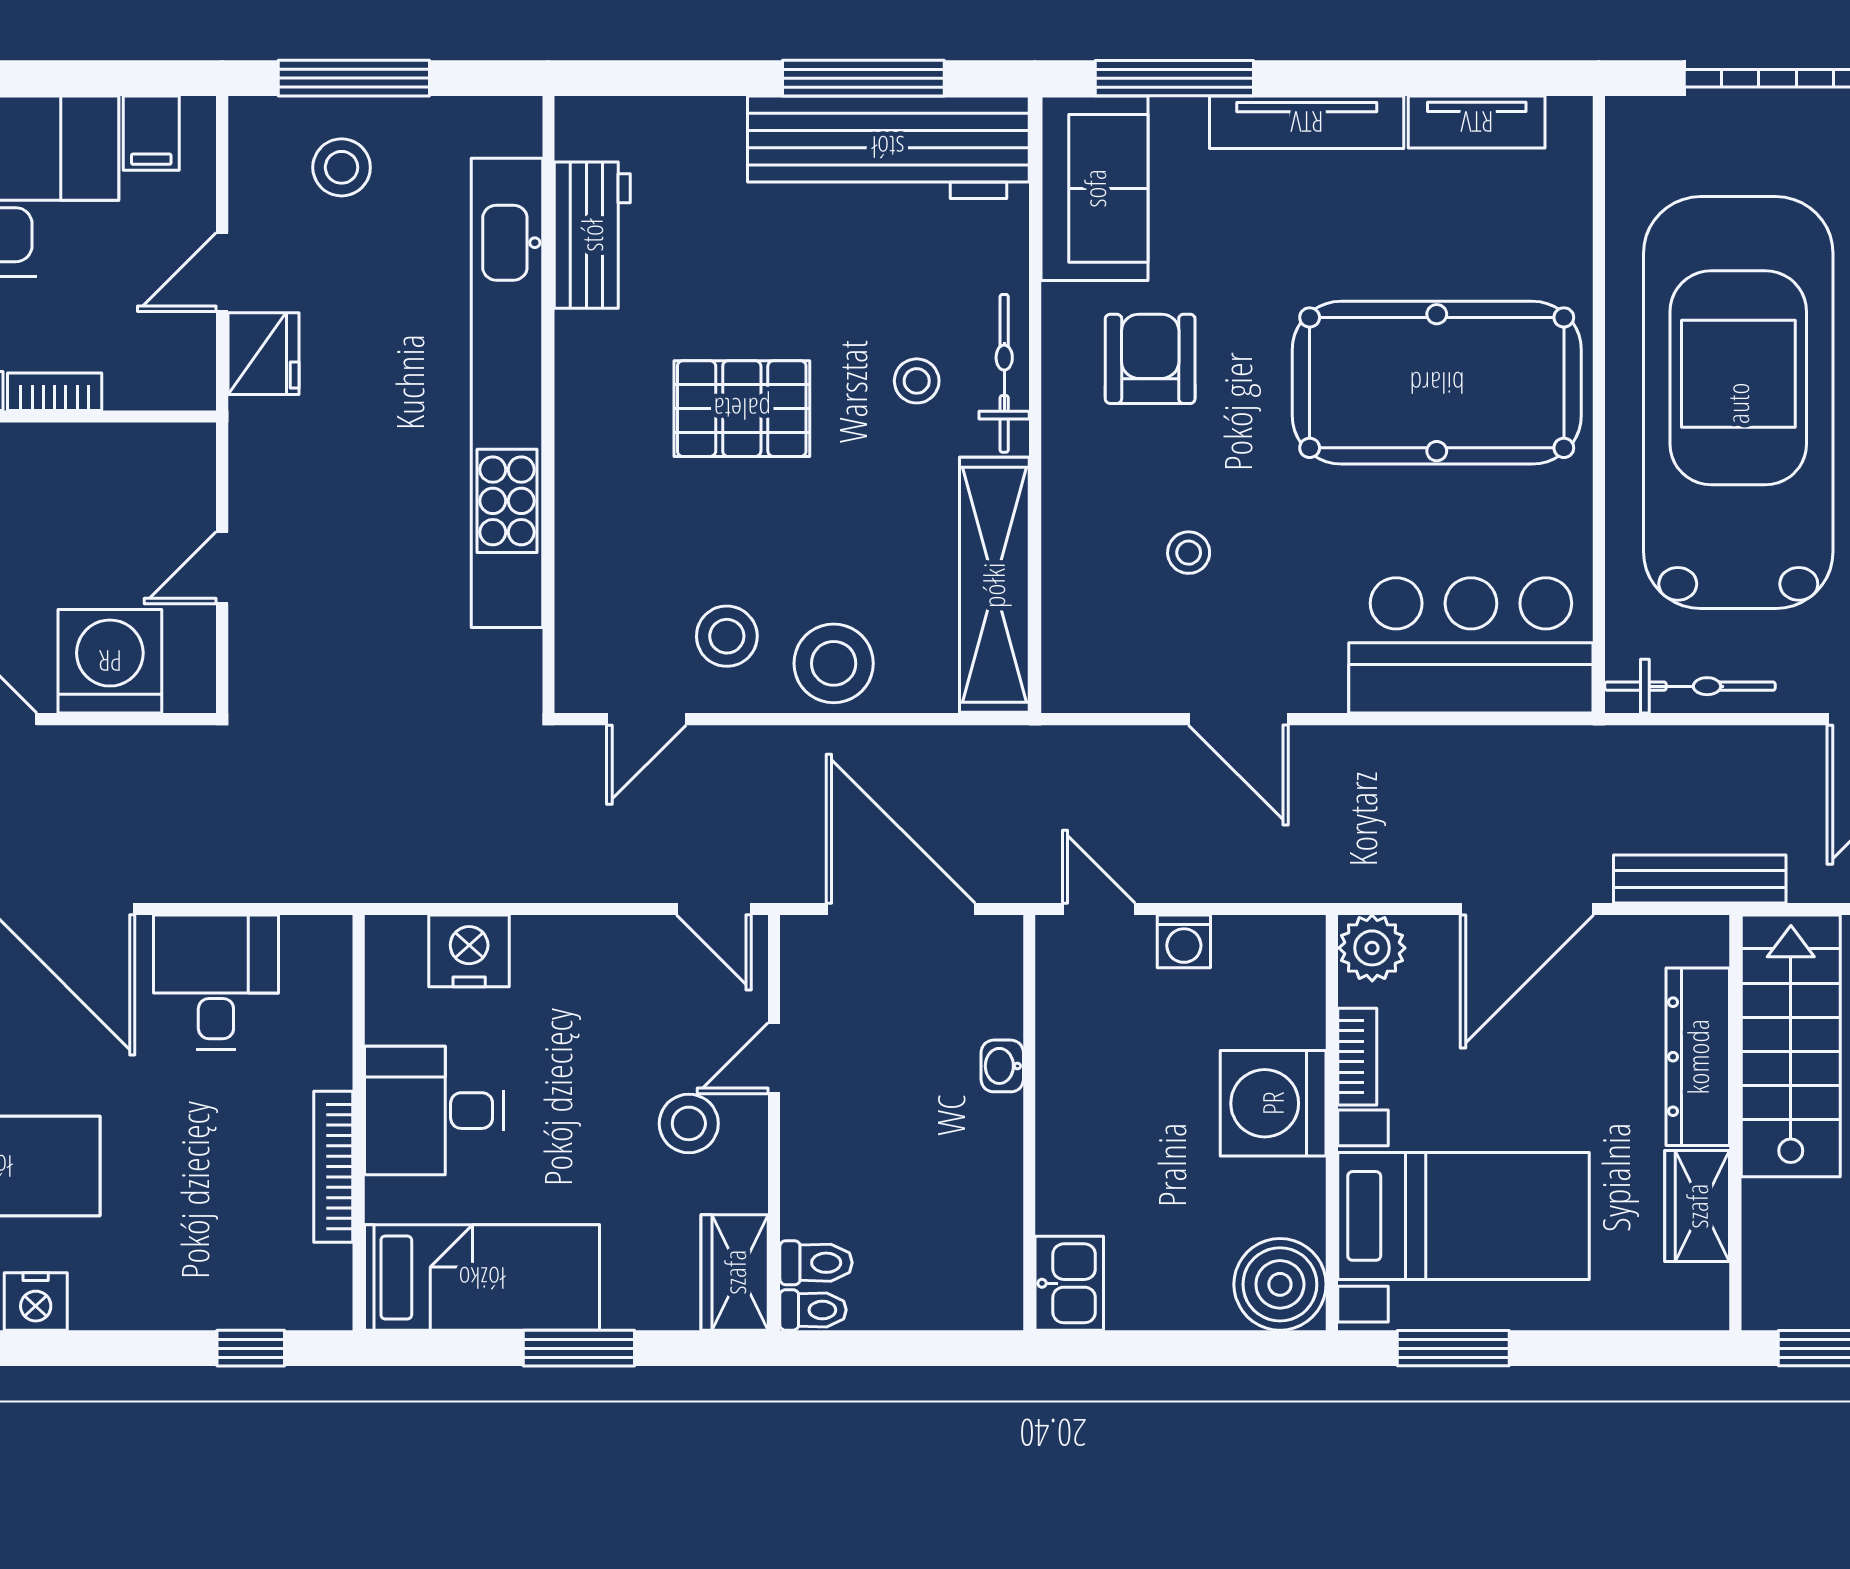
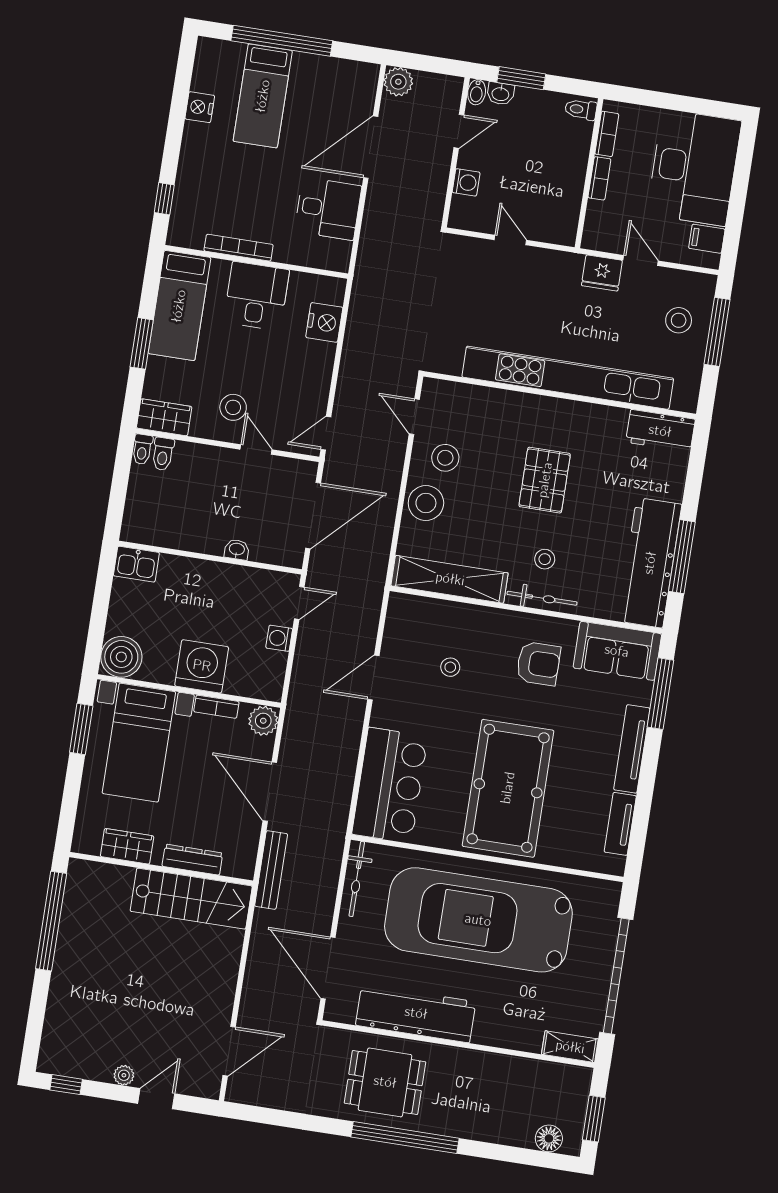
workbench: (592, 235) -> (660, 431), moved
car: (1738, 403) -> (478, 920), turned 180
washing machine: (110, 661) -> (466, 182), width x0.53, depth x0.53
dresser: (1698, 1057) -> (192, 860), width x0.73, depth x0.80

